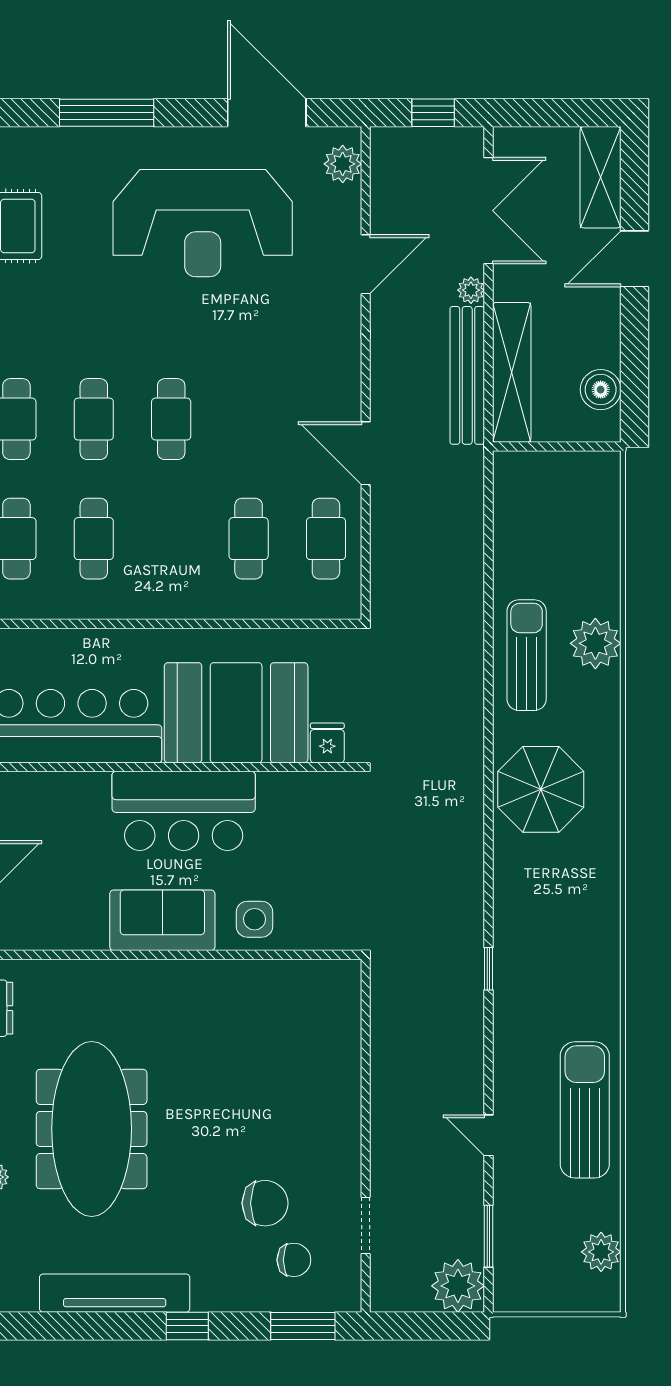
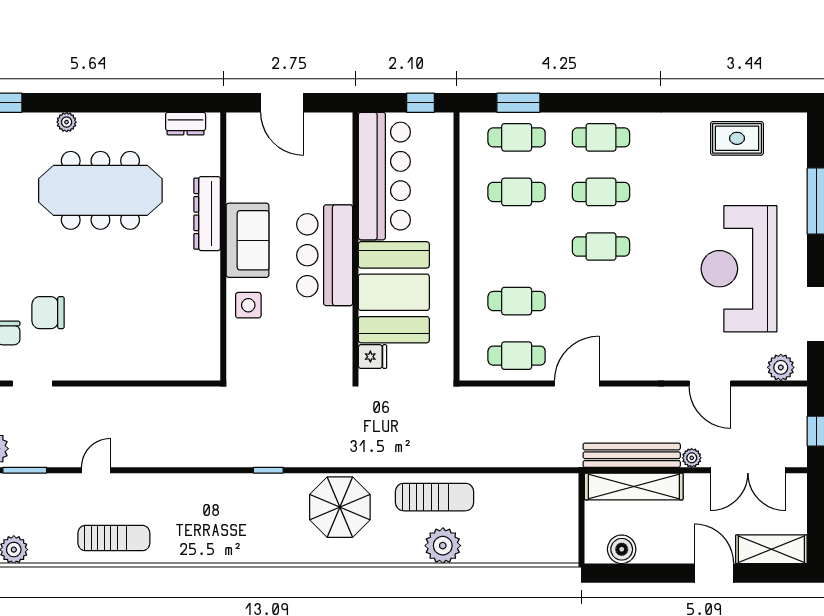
window: (488, 969) -> (268, 470), moved
dresser: (124, 978) -> (207, 214), added
sun lounger: (585, 1110) -> (114, 538), width x0.73, depth x0.75
chair: (265, 1203) -> (48, 313), turned 90

